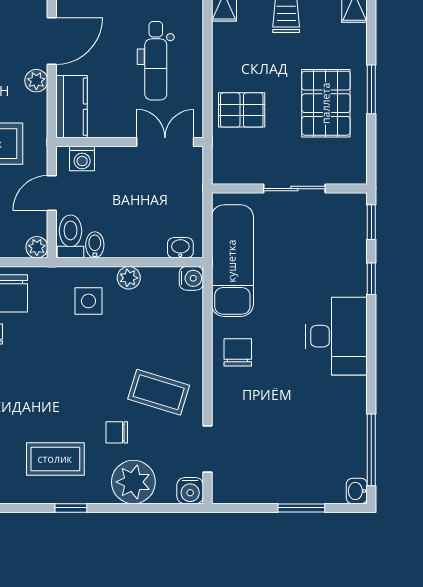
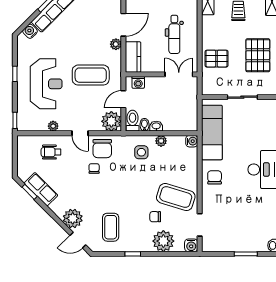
plant: (37, 247) -> (111, 121), width x1.88, depth x1.88
washbasin: (180, 248) -> (156, 126), moved
coffee table: (159, 392) -> (176, 197), width x1.36, depth x1.32
coffee table: (55, 459) -> (111, 227), moved, turned 90

